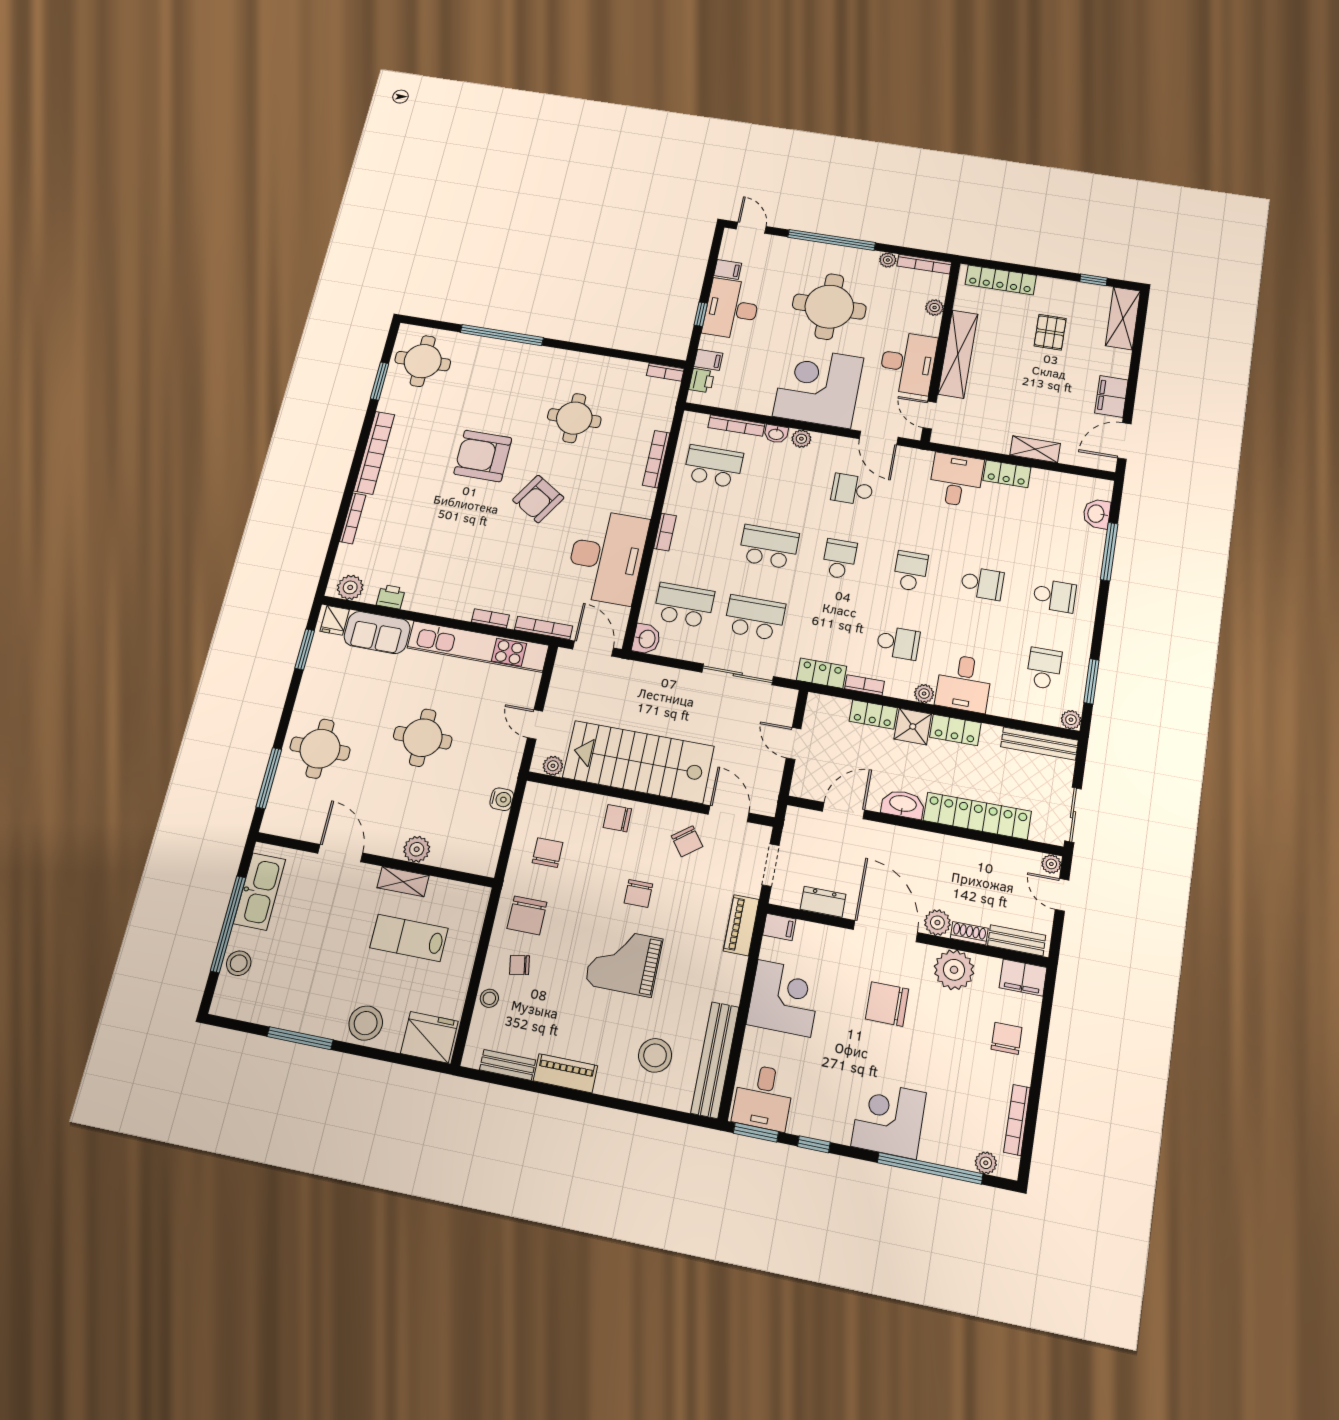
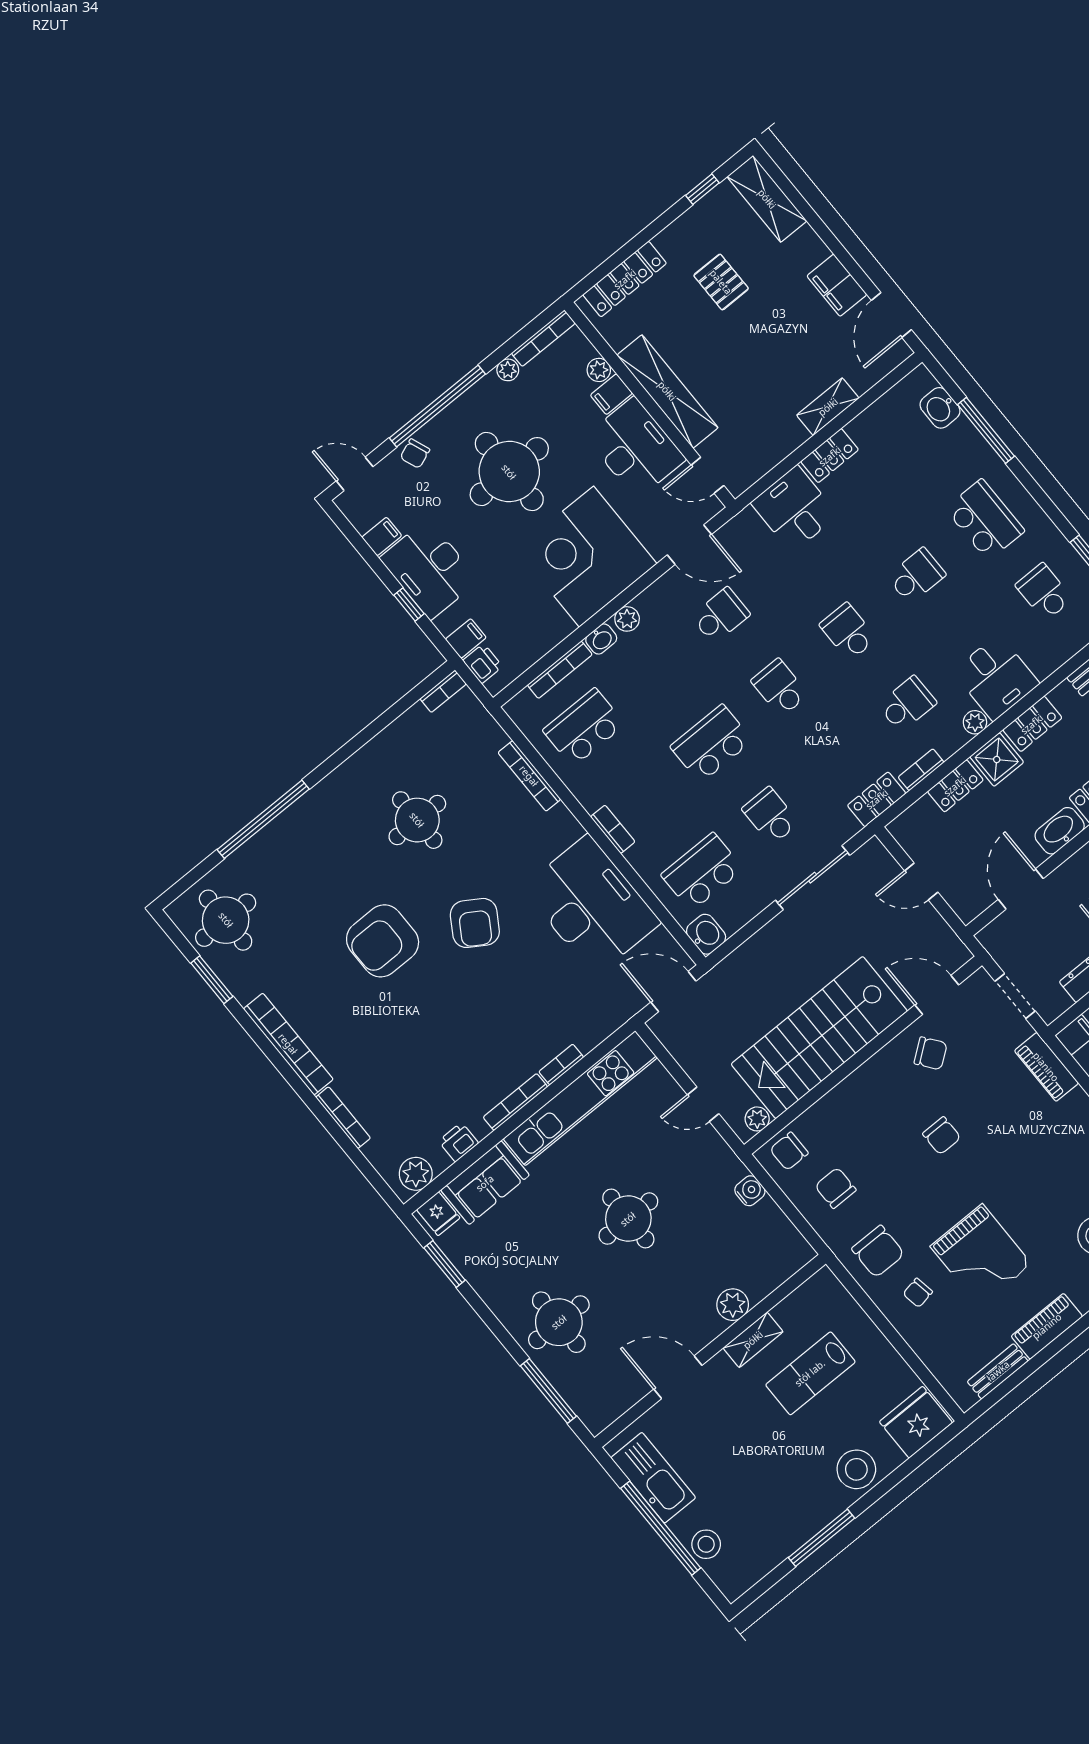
chair: (793, 250) -> (415, 454), added
filing cabinet: (927, 325) -> (611, 394), added
school desk: (852, 489) -> (721, 615), turned 180
school desk: (1055, 596) -> (985, 520), width x1.85
school desk: (755, 618) -> (770, 816), width x0.54
bookcase: (544, 628) -> (515, 1102), moved
chair: (617, 818) -> (789, 1151), moved
grand piano: (624, 962) -> (981, 1255), moved, turned -90
stool: (489, 998) -> (925, 1343), removed

